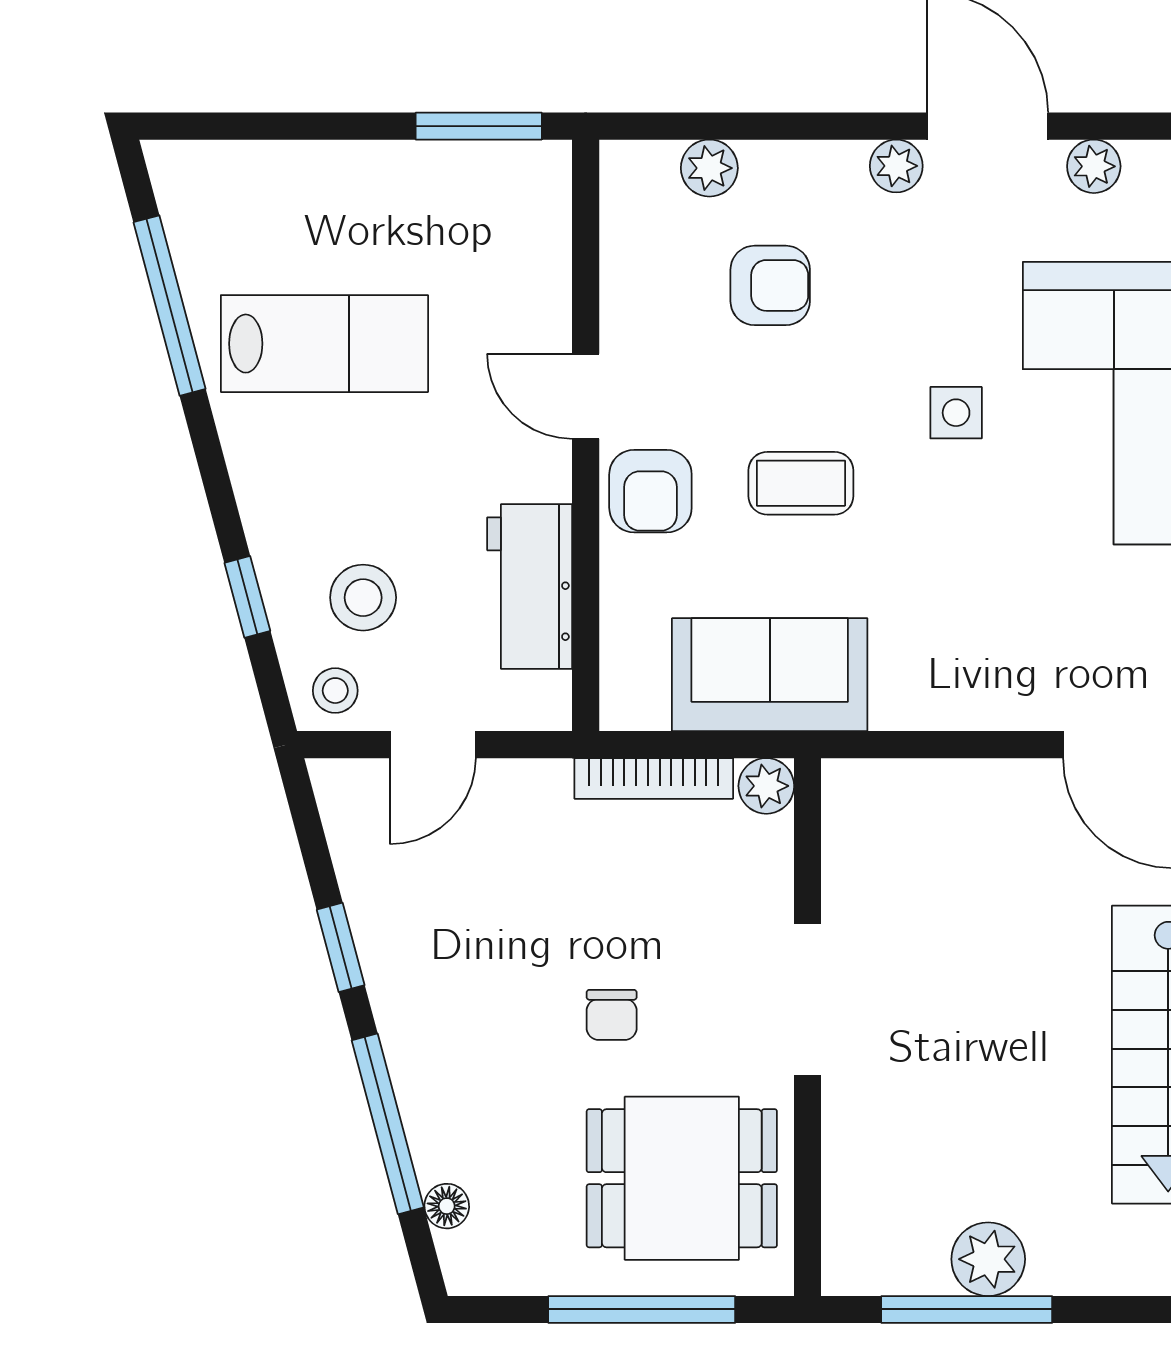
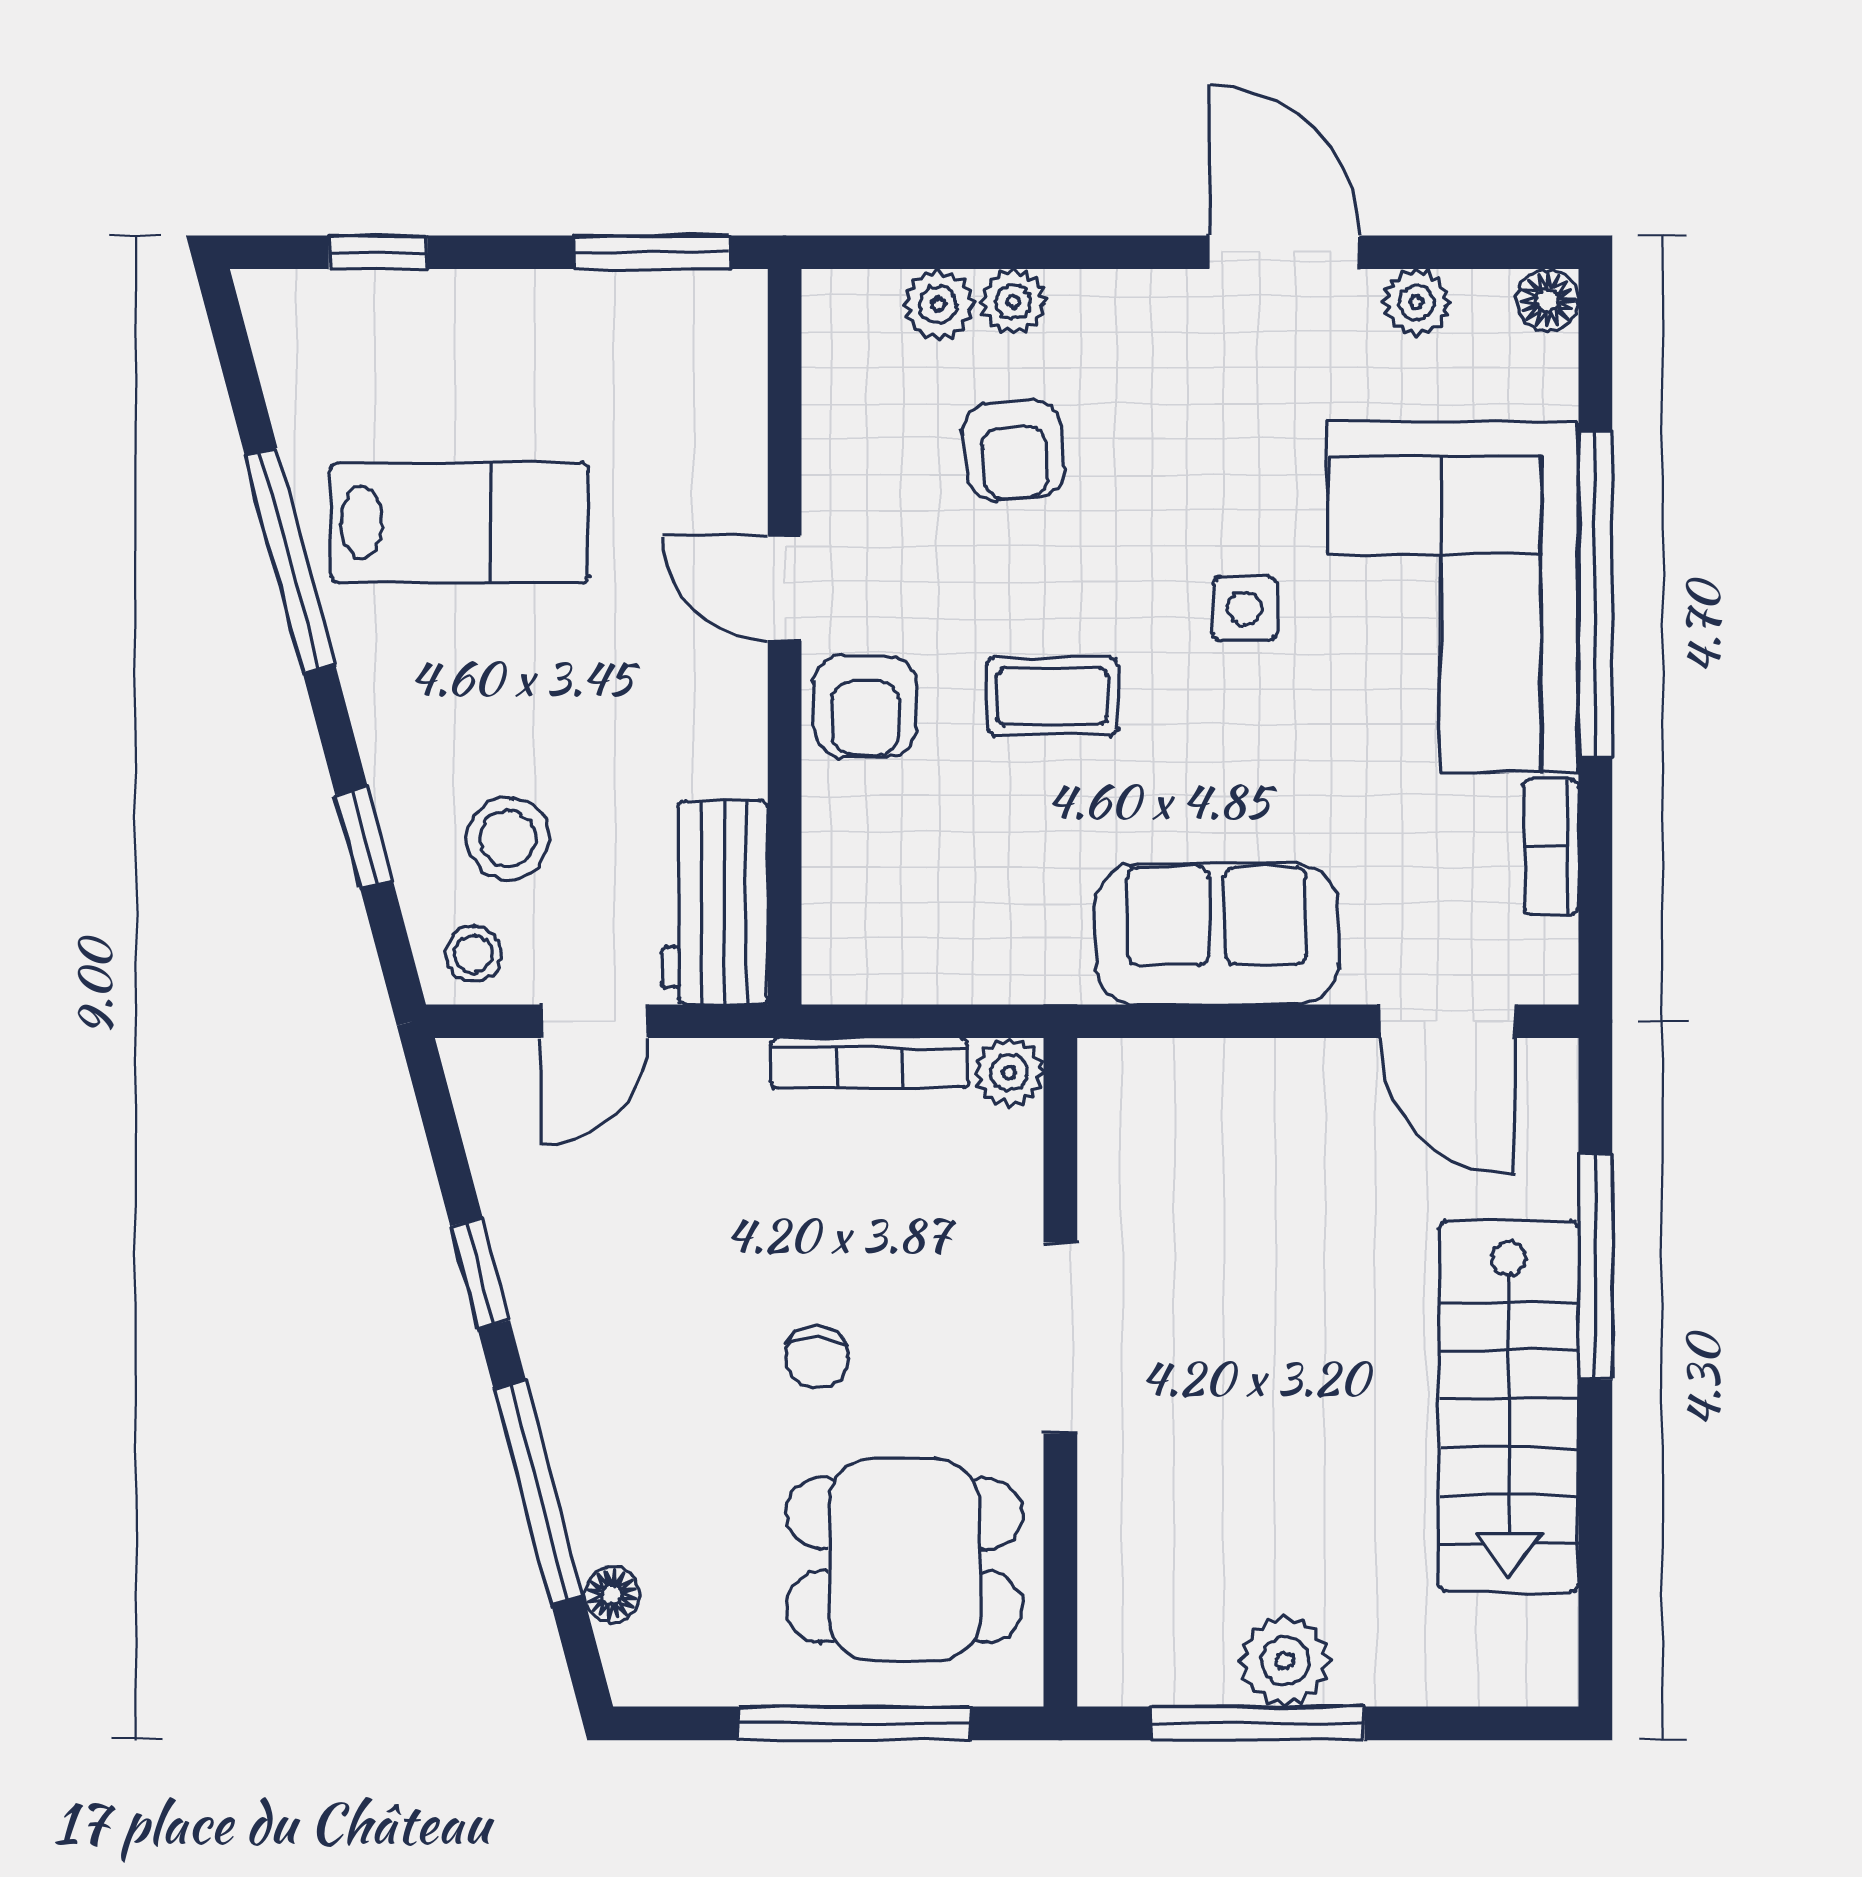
window: (259, 126) -> (378, 252), added
plant: (896, 166) -> (1013, 302), moved
armchair: (770, 285) -> (1014, 450), turned 85
window: (170, 306) -> (290, 560), moved
workbench: (530, 586) -> (715, 902), moved
sofa: (770, 675) -> (1216, 934), moved

